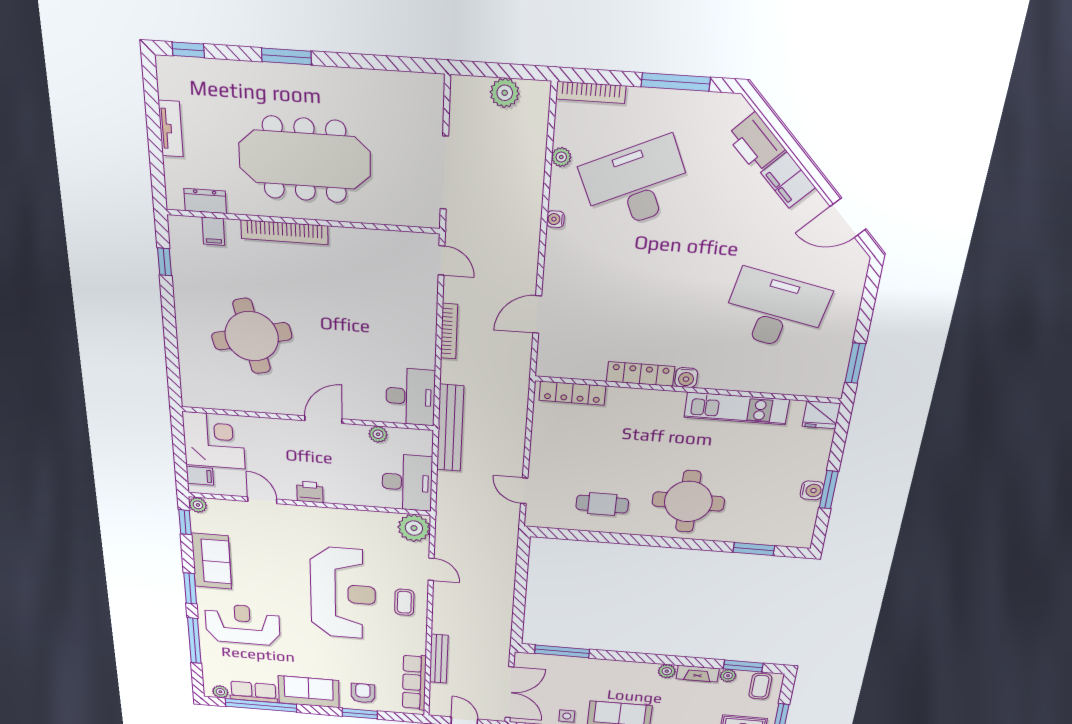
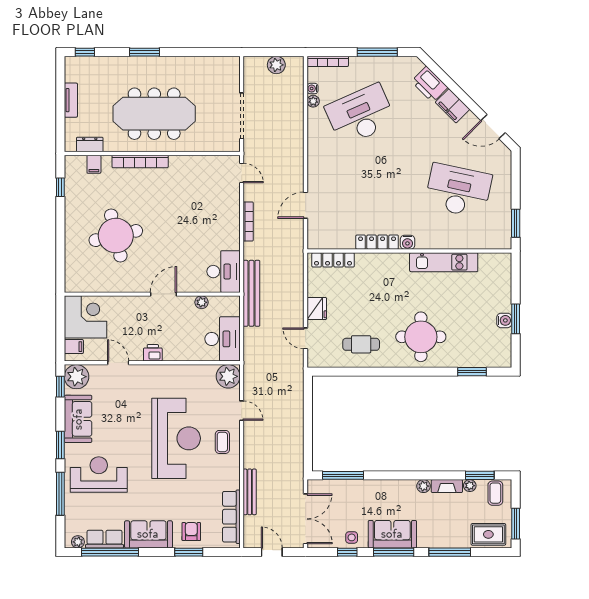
water cooler: (555, 219) -> (312, 89), moved
fridge: (821, 415) -> (317, 309), moved, turned -90
plant: (198, 505) -> (76, 377), width x1.87, depth x1.87

